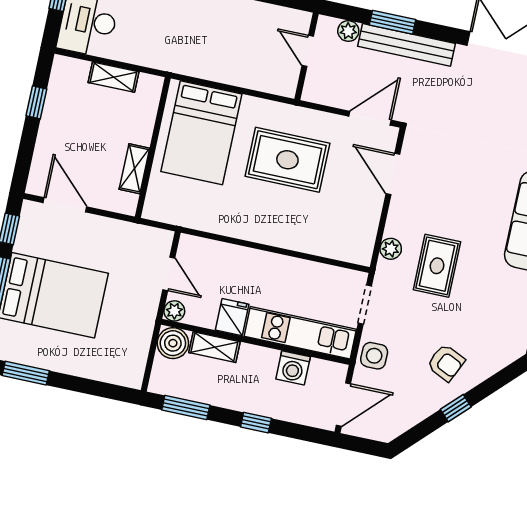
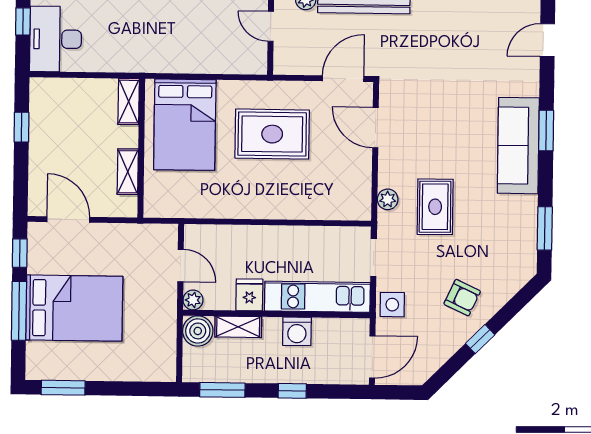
shelving: (113, 77) -> (129, 102), moved, turned 90
washing machine: (293, 368) -> (297, 331), moved

